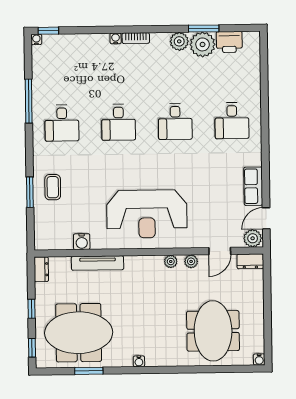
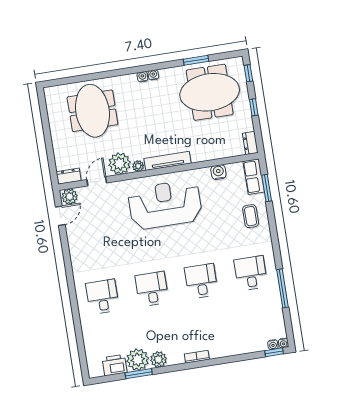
water cooler: (116, 38) -> (273, 345), moved
row of seats: (253, 186) -> (254, 177), moved, turned 180
window: (30, 192) -> (267, 188), moved
plant: (191, 261) -> (120, 164), width x1.88, depth x1.88
tv unit: (98, 263) -> (168, 161), moved
water cooler: (259, 359) -> (142, 77), moved

